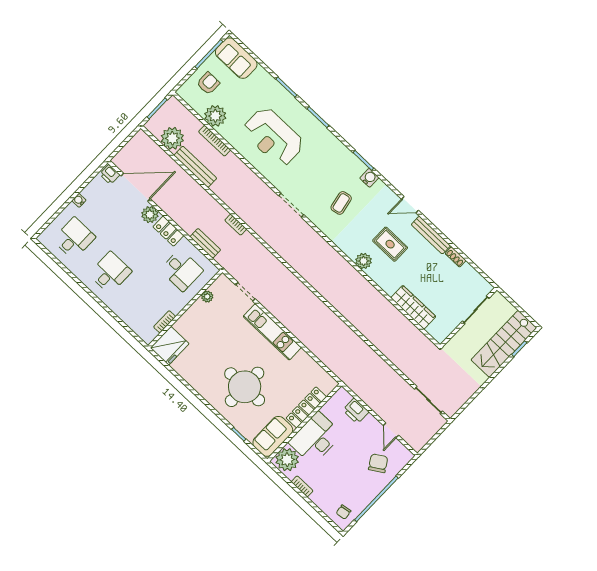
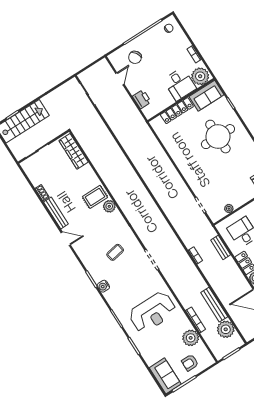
reception desk: (273, 137) -> (152, 312), turned 90
water cooler: (369, 178) -> (103, 286), moved
rug: (390, 244) -> (95, 197), moved, turned 90
wardrobe: (413, 307) -> (74, 151), moved
kitchen unit: (272, 332) -> (188, 171), removed
desk: (315, 438) -> (180, 84), width x0.73

